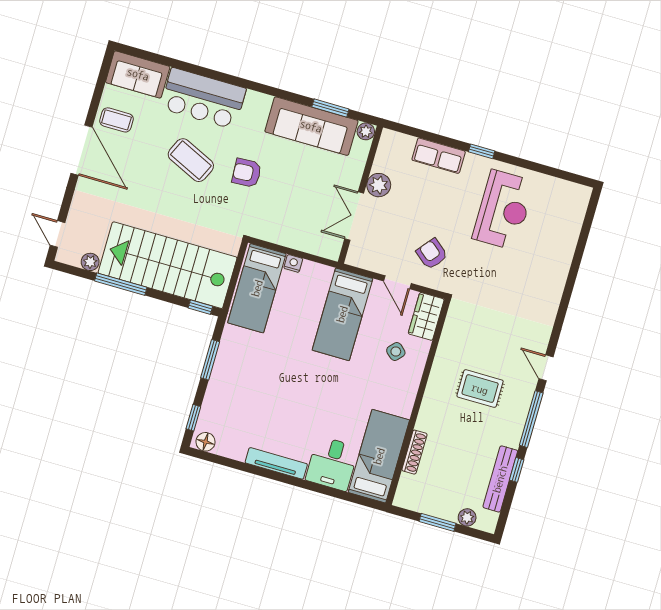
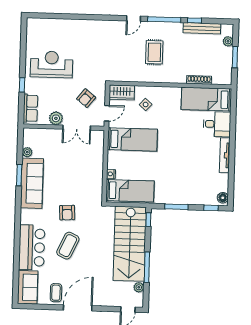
plant: (379, 185) -> (56, 118), moved
wall: (360, 195) -> (64, 127), moved
double door: (354, 216) -> (77, 128), moved

